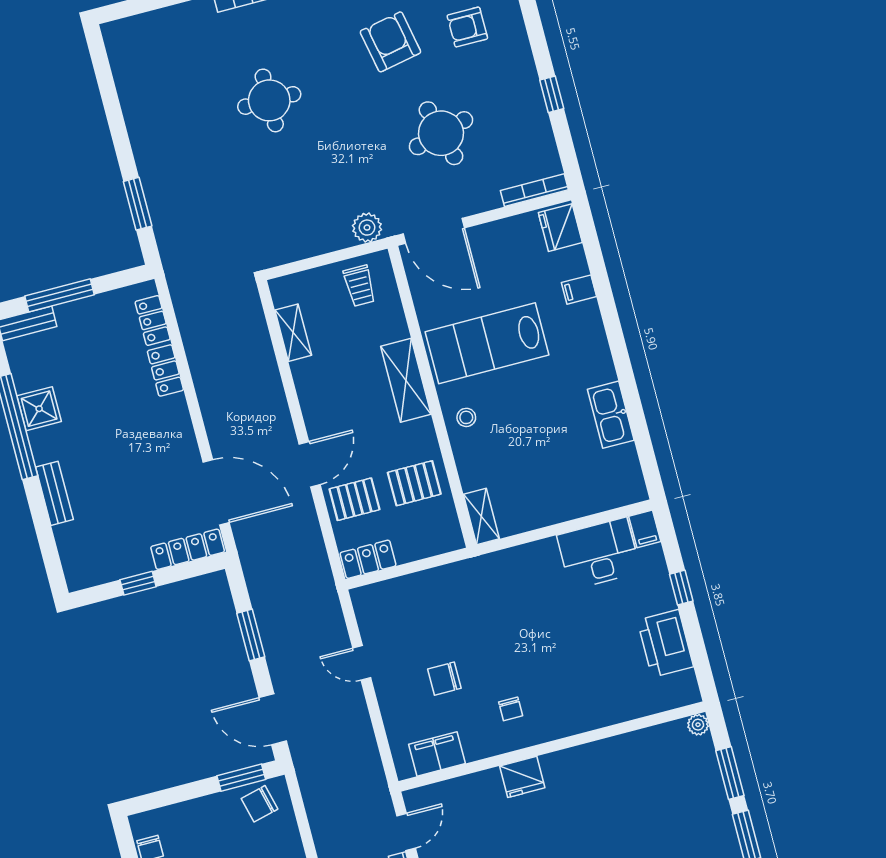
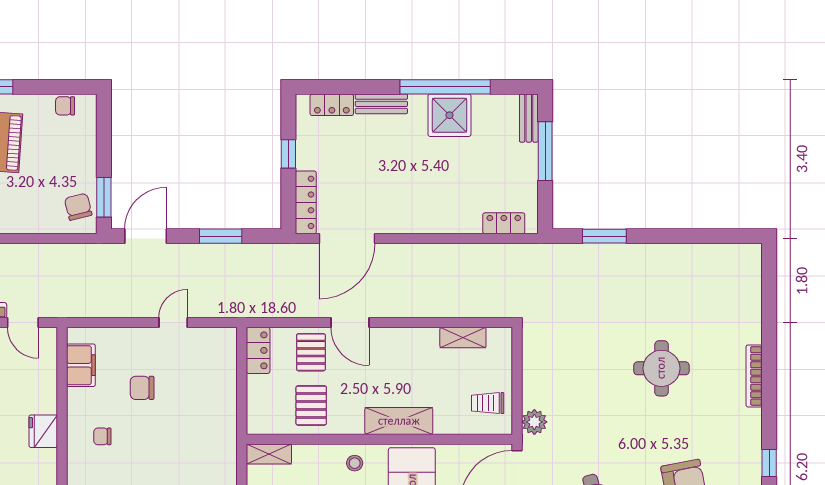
locker: (165, 370) -> (332, 105), moved, turned 180
shower: (39, 409) -> (449, 115), width x1.36, depth x1.36
chair: (444, 679) -> (142, 388), turned -90

